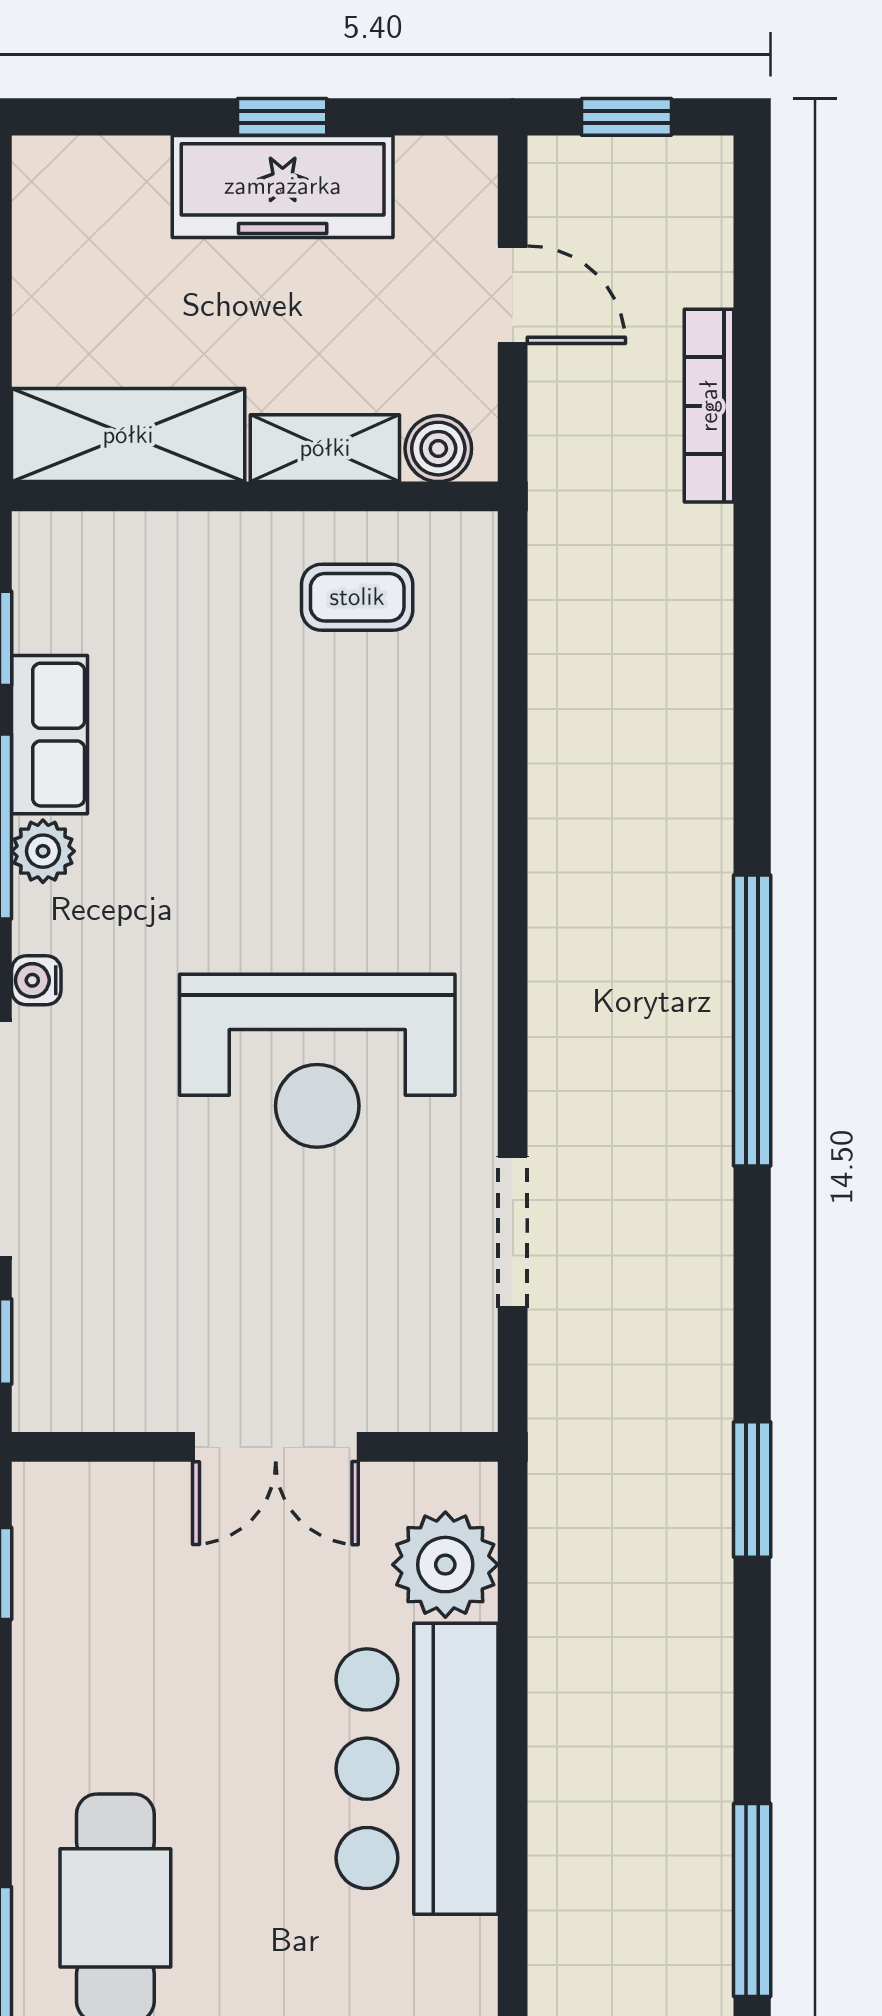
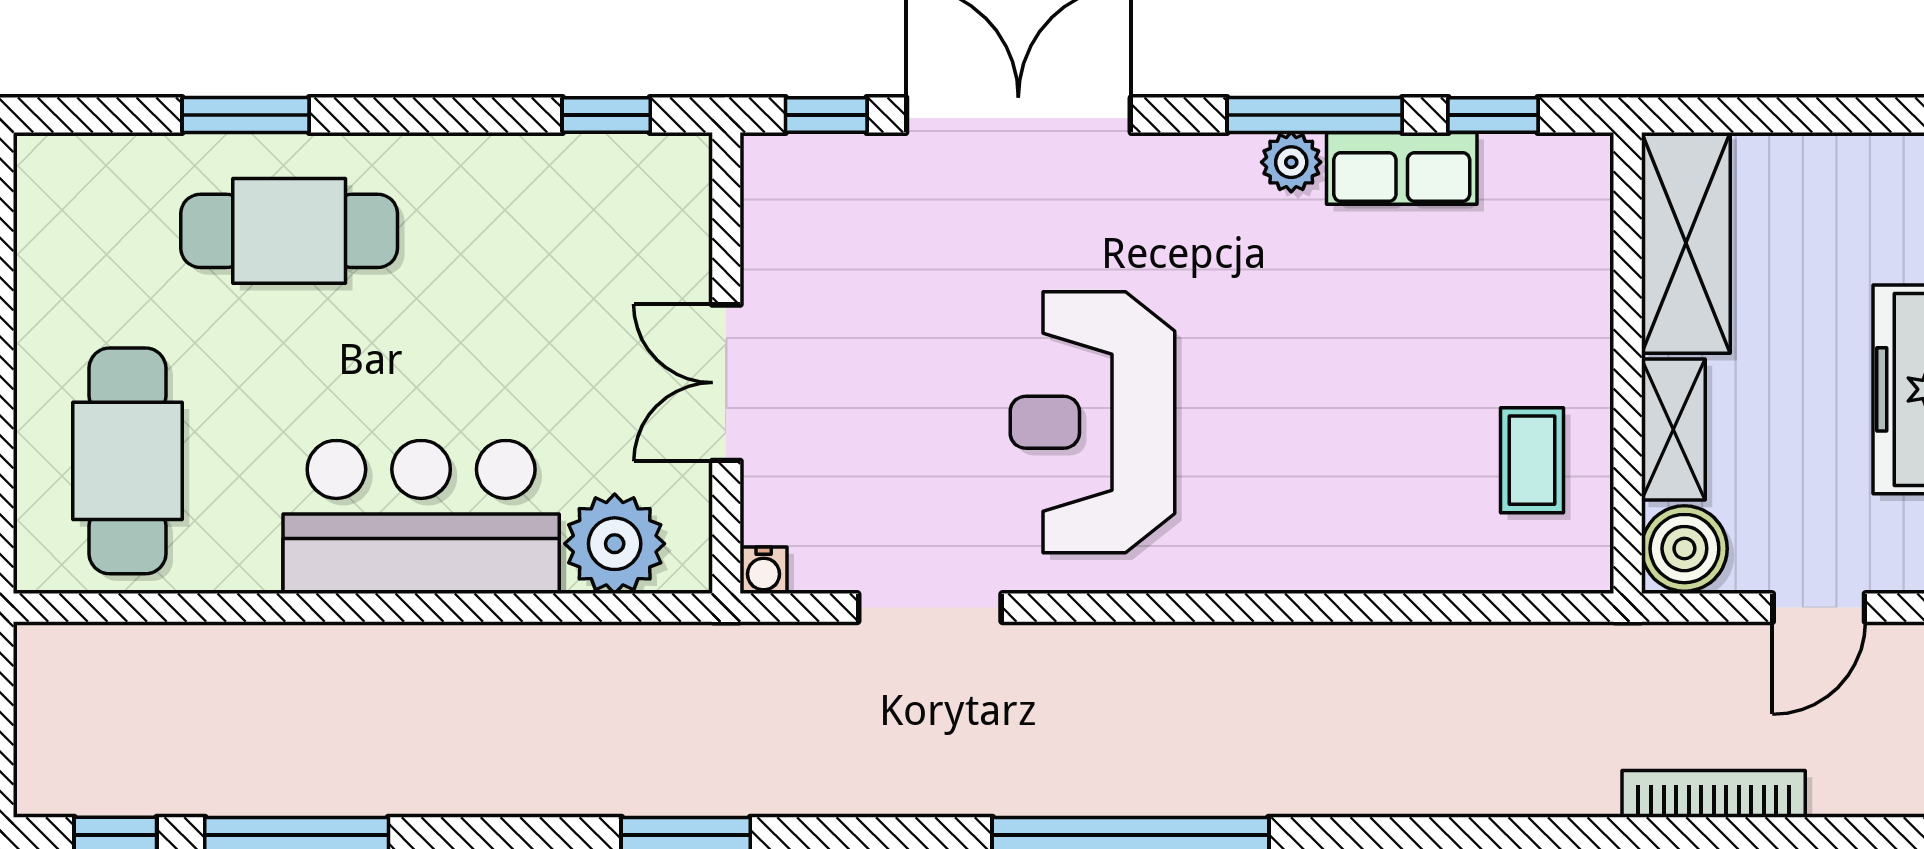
boiler: (438, 449) -> (1684, 549), width x1.36, depth x1.36
water cooler: (36, 980) -> (764, 570), moved, turned 180

